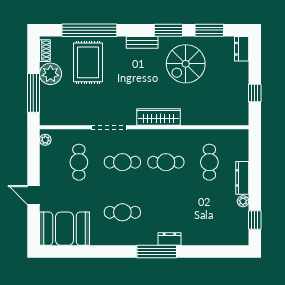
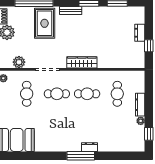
dresser: (242, 49) -> (140, 33), moved
rug: (88, 62) -> (45, 23), moved
spiral stairs: (186, 64) -> (101, 25), removed
plant: (68, 117) -> (19, 62), added
cafe table: (122, 212) -> (57, 129), removed

